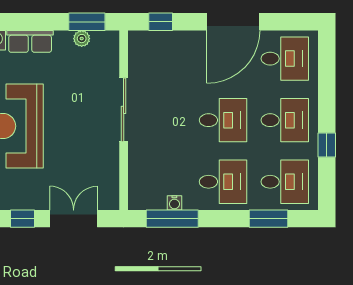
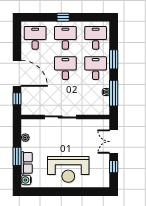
window: (87, 22) -> (17, 156), moved
door: (233, 22) -> (17, 73), moved
window: (327, 145) -> (63, 17), moved
window: (269, 219) -> (114, 59), moved

